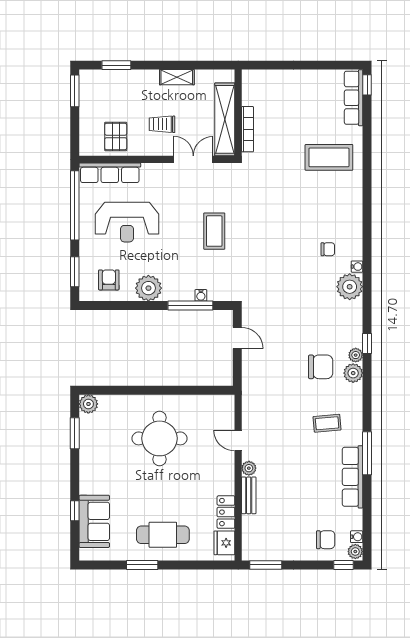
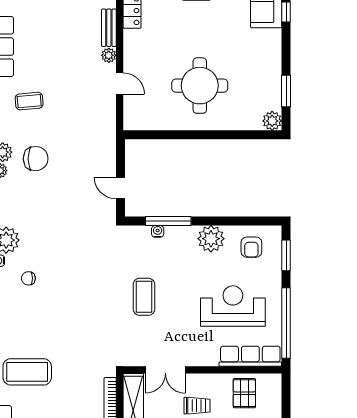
chair: (321, 367) -> (36, 159), turned 180

